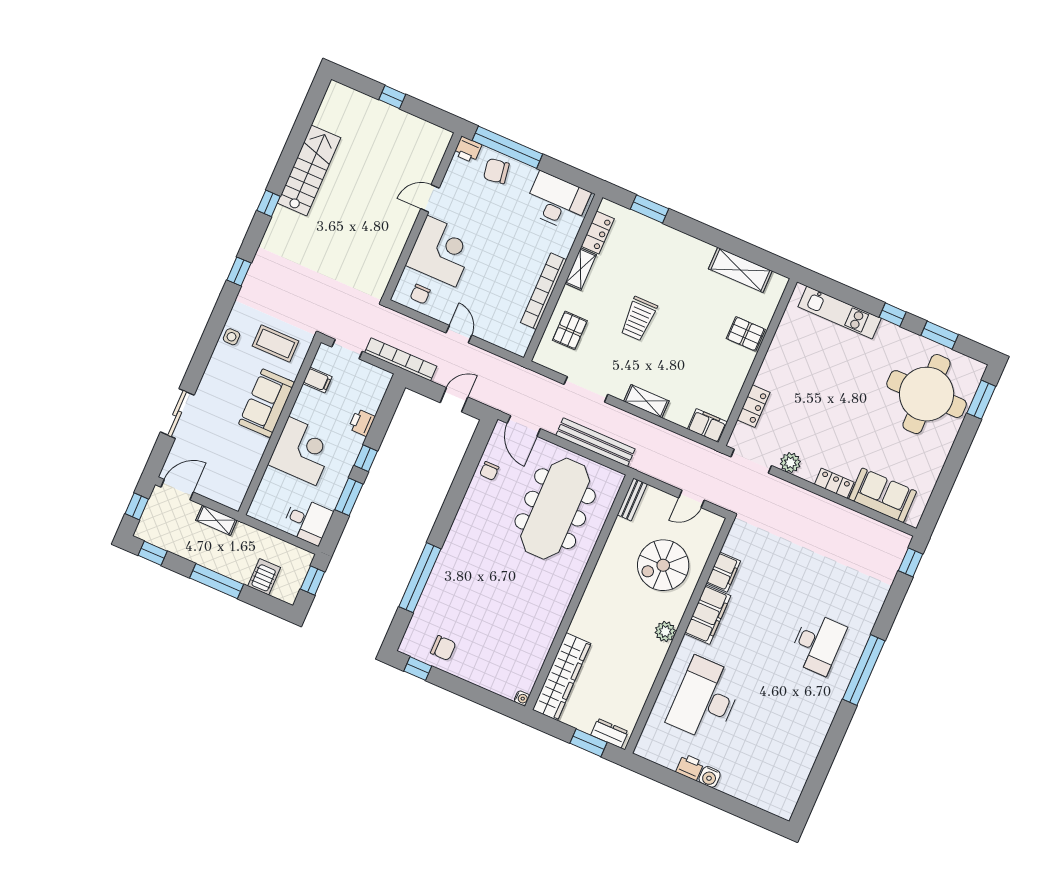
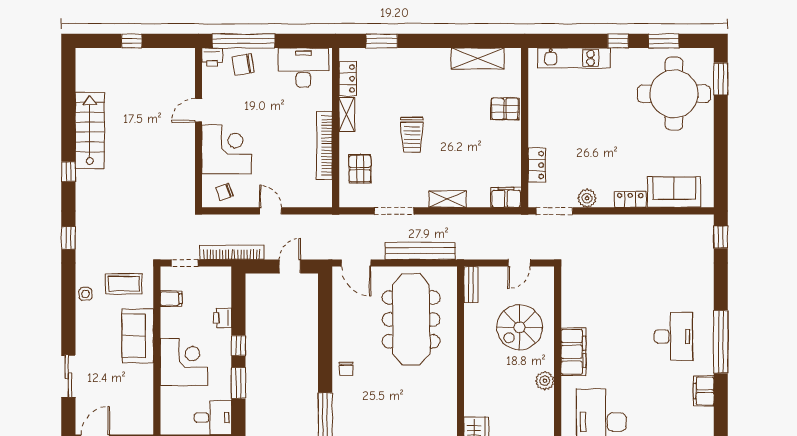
chair: (420, 294) -> (225, 192), turned 70
chair: (489, 471) -> (346, 369), moved
filing cabinet: (723, 572) -> (704, 391), moved, turned 180

